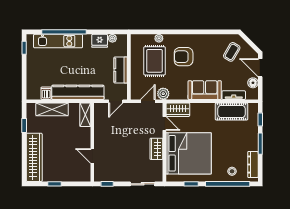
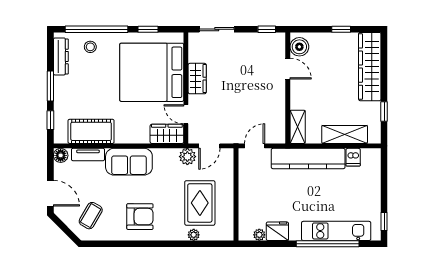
armchair: (184, 57) -> (140, 217), moved
kitchen counter: (121, 70) -> (248, 190), removed
floor lamp: (253, 83) -> (61, 155), moved
boiler: (84, 171) -> (299, 47), added

